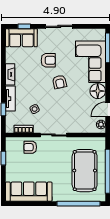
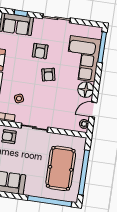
armchair: (48, 60) -> (40, 51), turned 90

